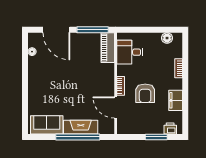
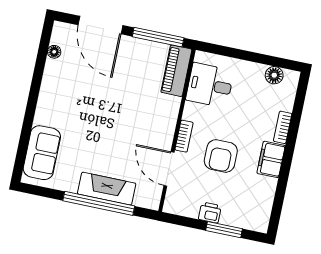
filing cabinet: (176, 100) -> (271, 159), moved
sofa: (47, 125) -> (42, 153), moved, turned 90
printer: (170, 129) -> (210, 212), moved

